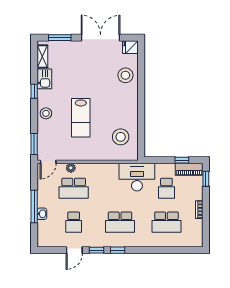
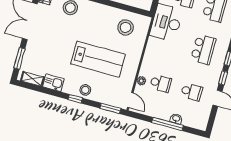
window: (34, 91) -> (75, 99), moved
lab bench: (81, 118) -> (98, 59), width x1.36, depth x1.39
school desk: (74, 188) -> (161, 83), width x0.54

